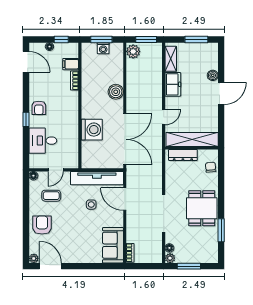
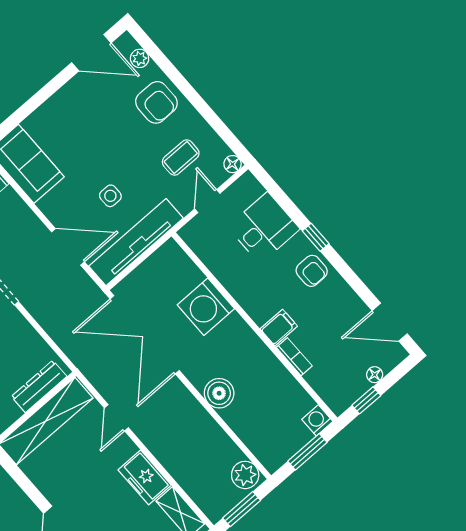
washing machine: (103, 48) -> (317, 420), moved
filing cabinet: (71, 64) -> (279, 328), moved
armchair: (39, 108) -> (312, 271), turned 180
plant: (34, 258) -> (140, 58), moved

